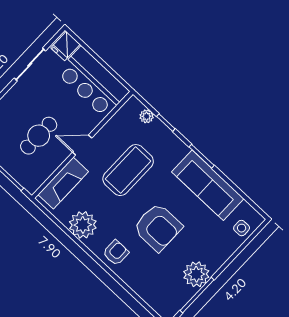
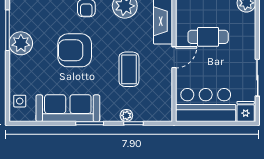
plant: (147, 116) -> (126, 115), moved
cafe table: (39, 136) -> (208, 37), turned 90
coffee table: (128, 170) -> (129, 69), width x0.73, depth x0.76

